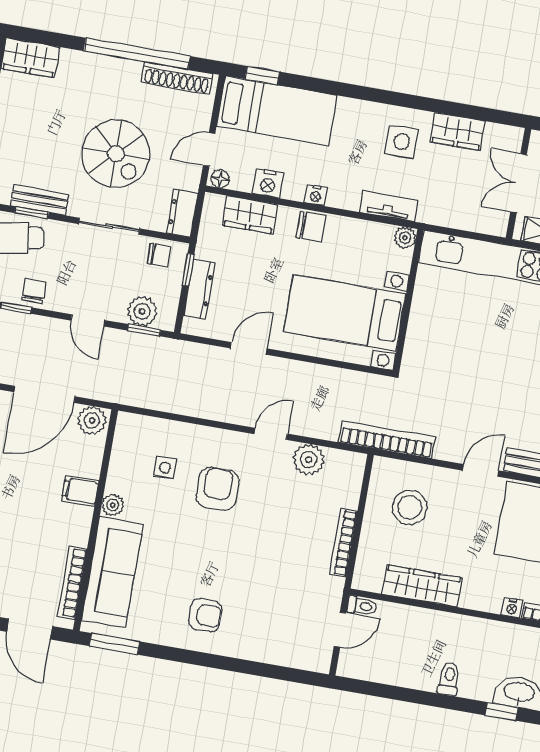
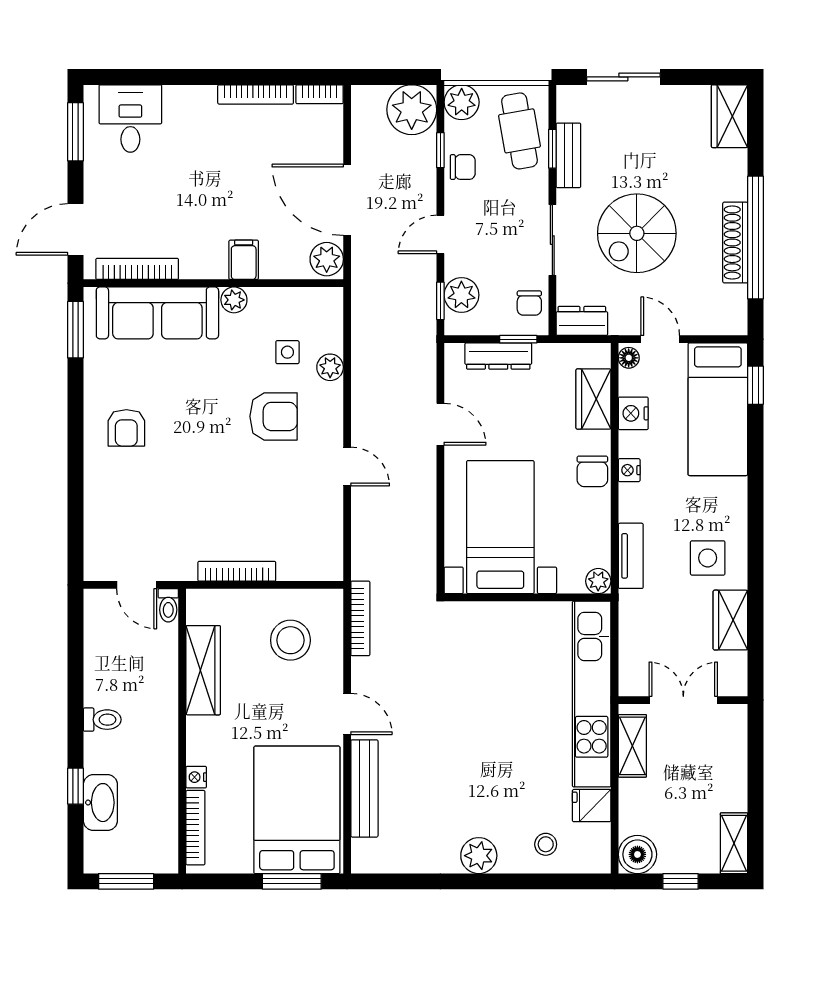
shoe rack: (177, 78) -> (735, 243), moved
bookcase: (387, 440) -> (360, 618), width x0.68, depth x0.76
plant: (309, 460) -> (330, 367), moved, width x0.73, depth x0.73

